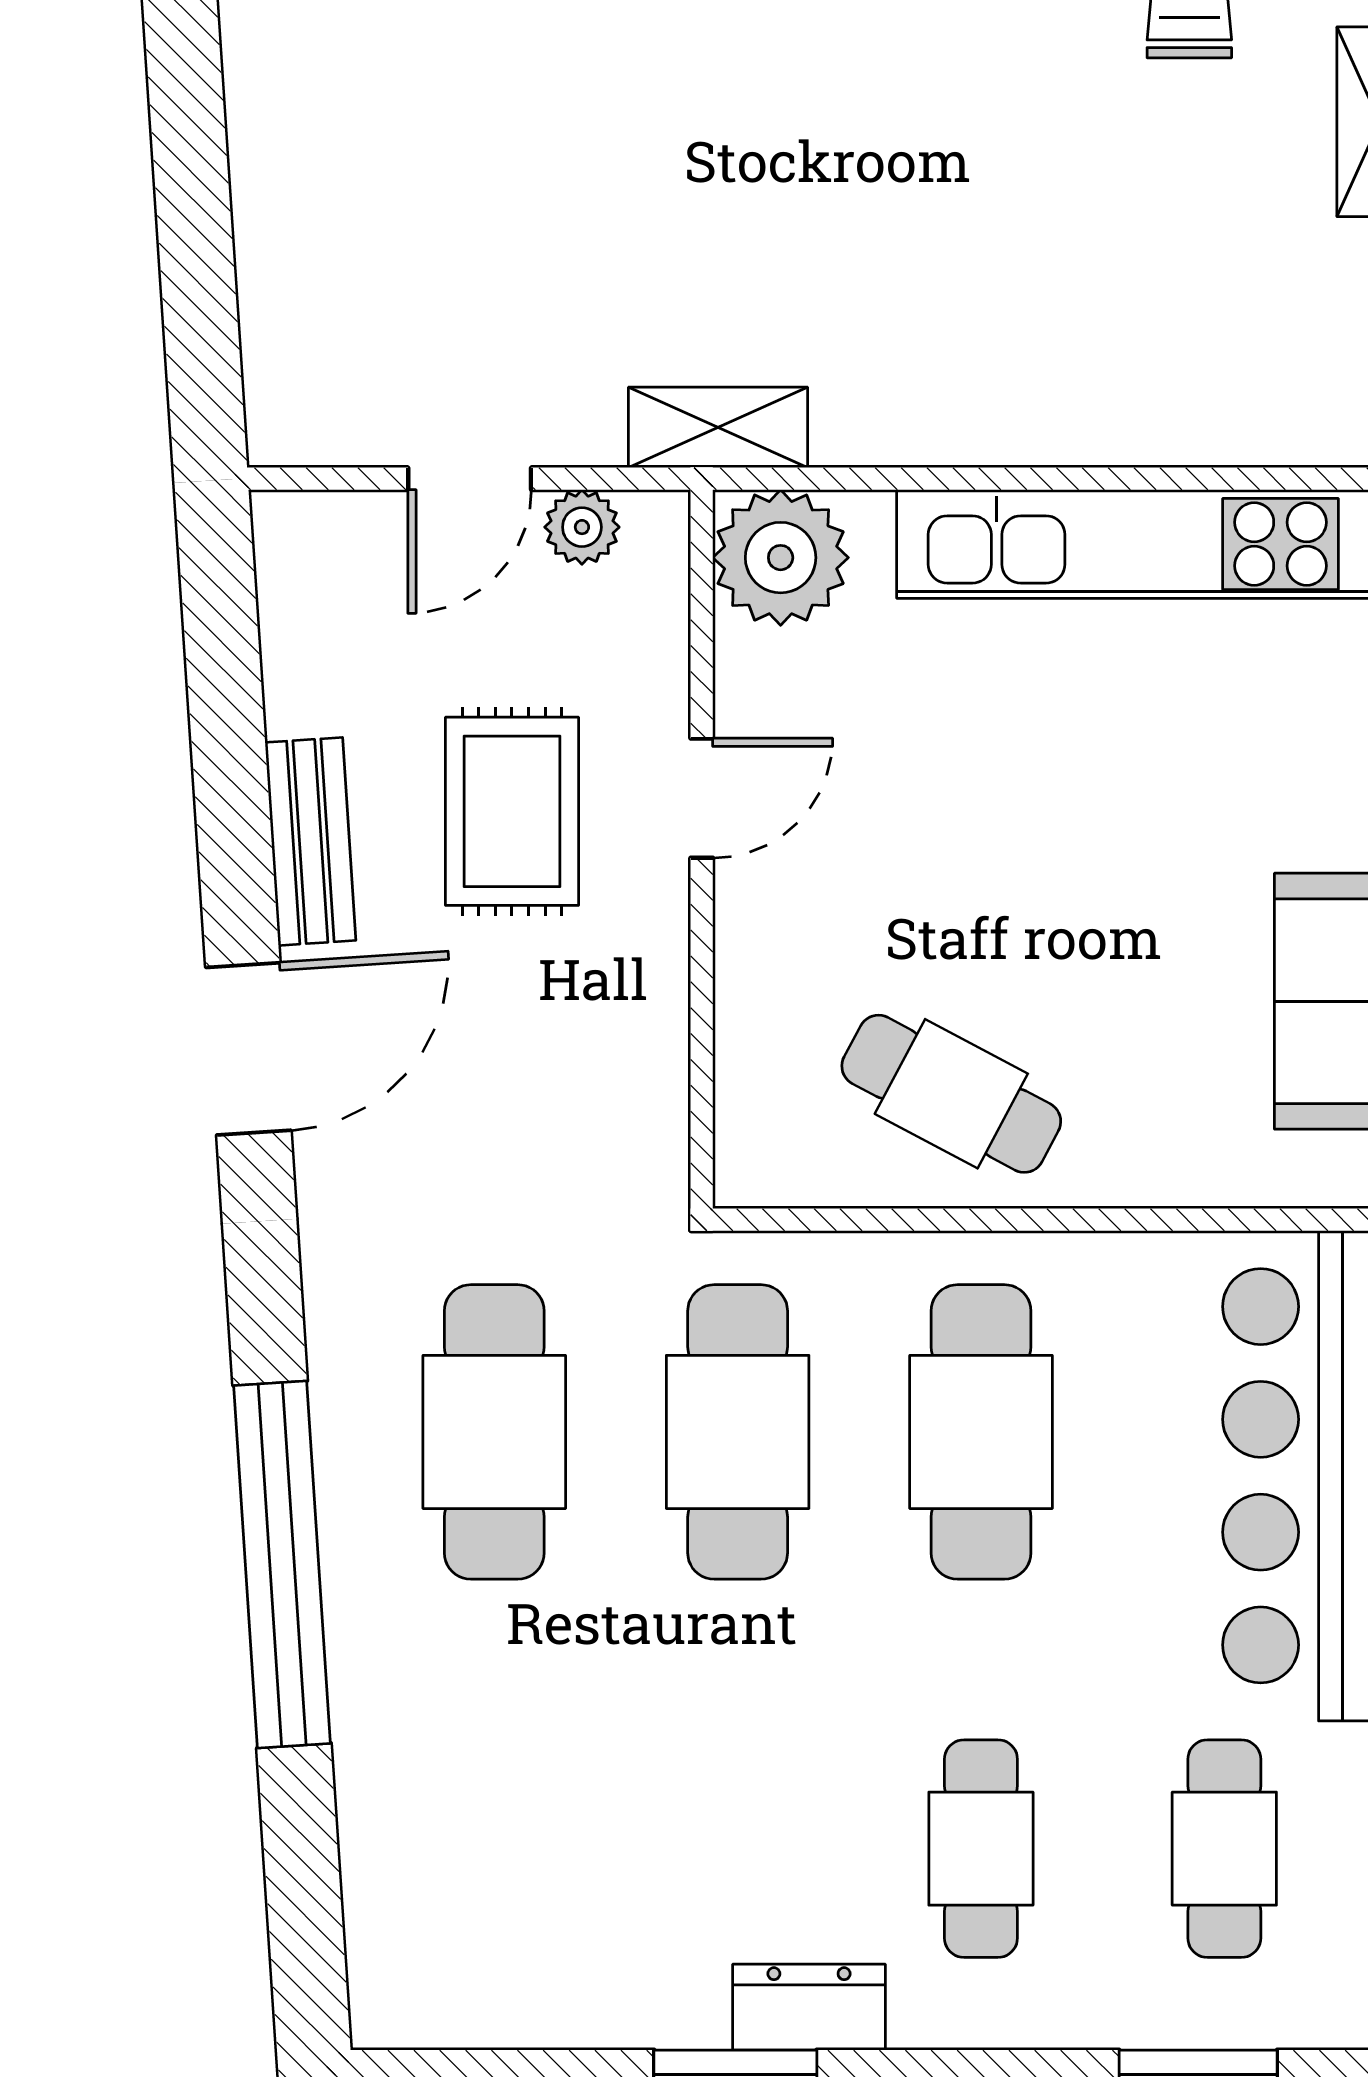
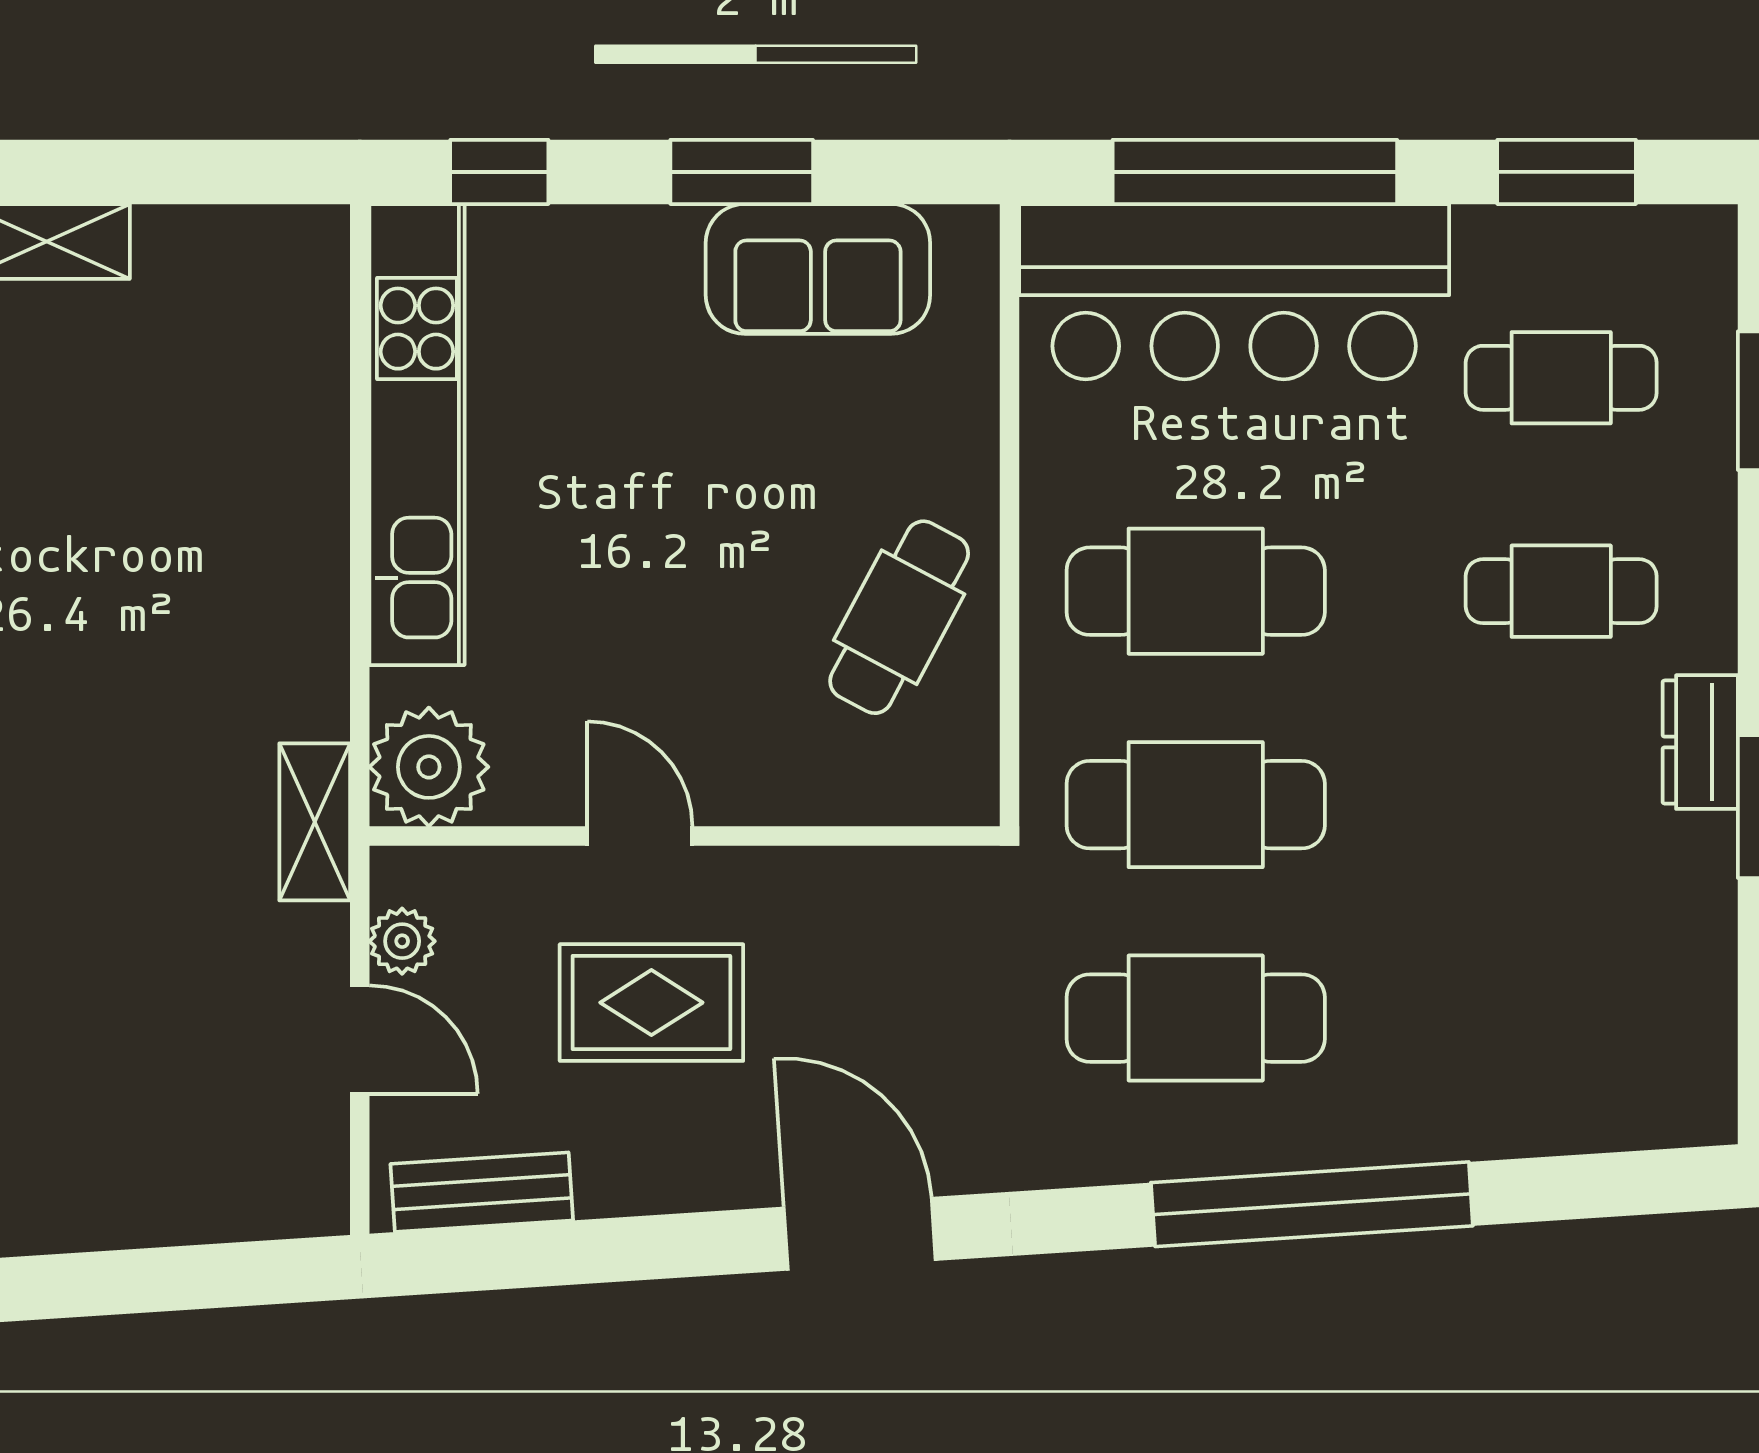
bench: (310, 841) -> (482, 1192), moved

